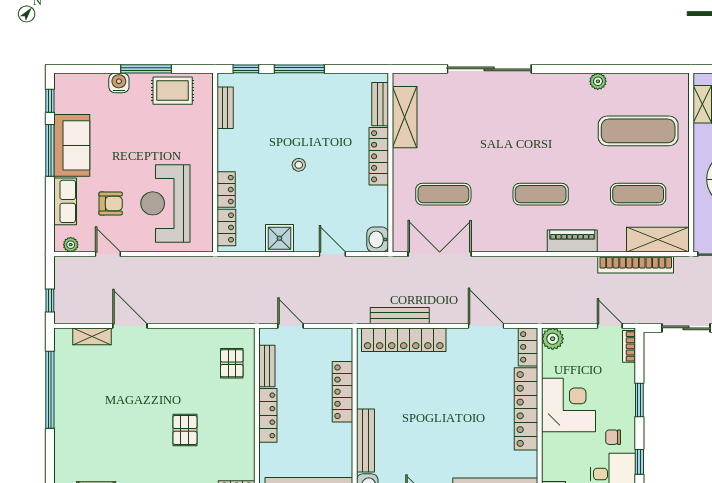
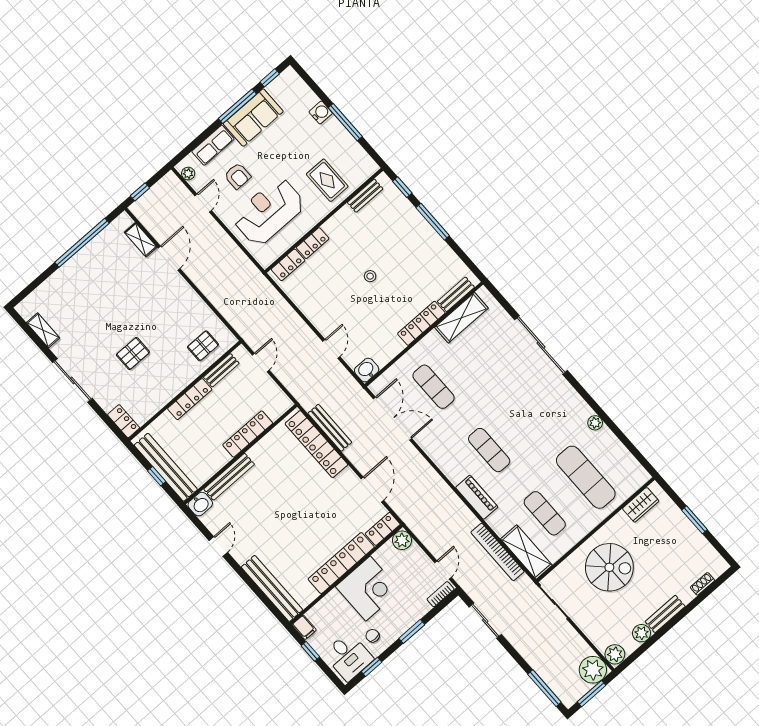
rug: (173, 91) -> (327, 180), moved
shower: (279, 238) -> (311, 305), removed

